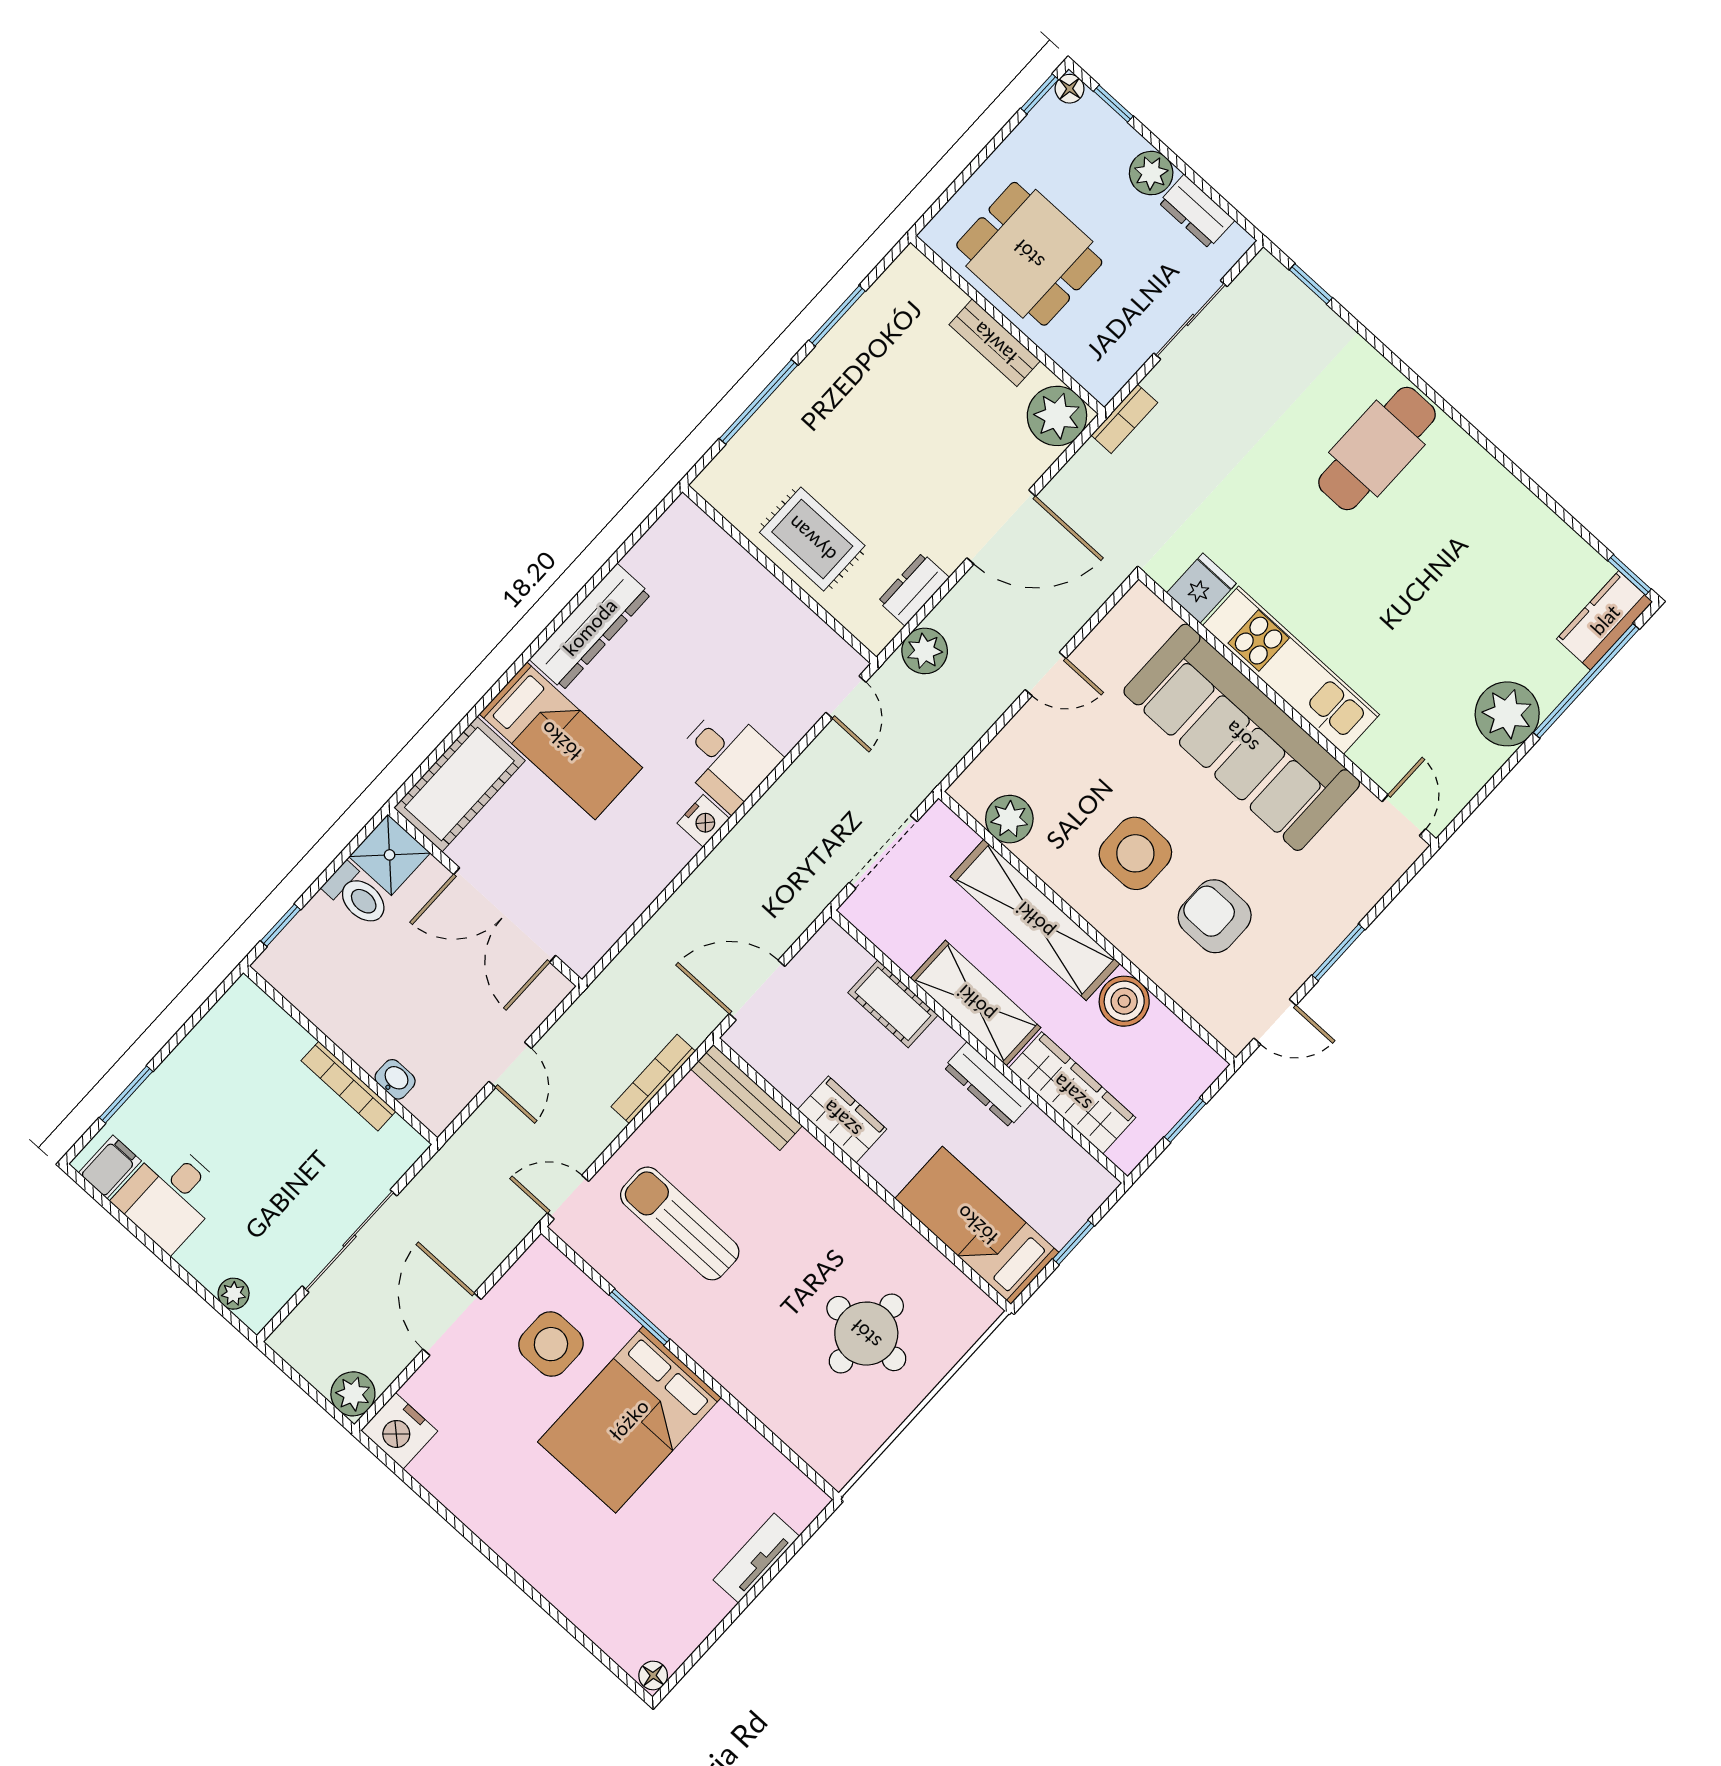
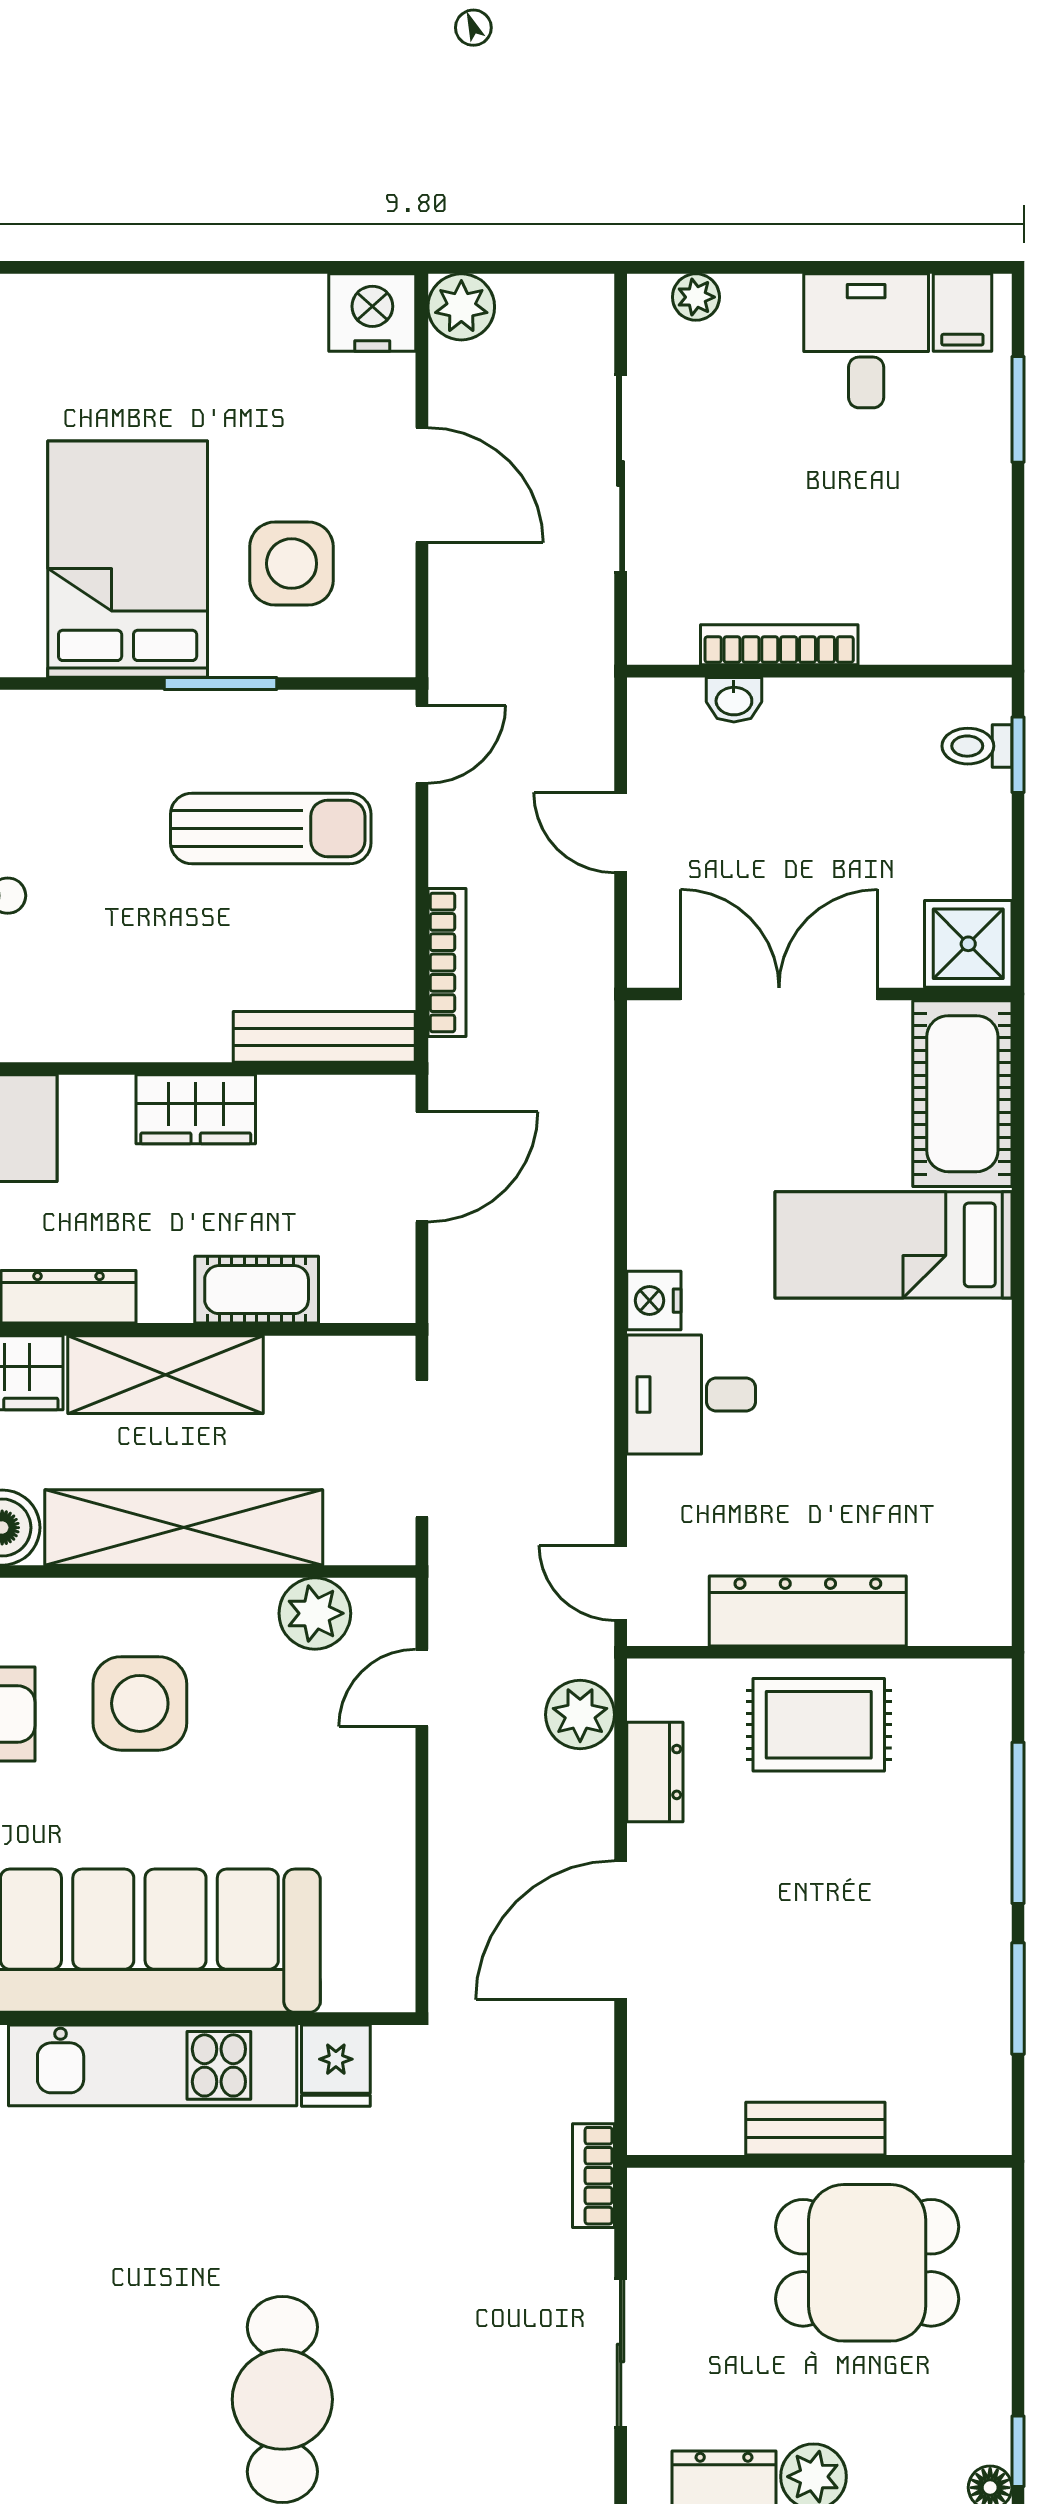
plant: (1057, 416) -> (672, 2111), removed
dresser: (590, 627) -> (808, 1611), moved, turned 90
door: (1046, 674) -> (422, 1688), moved
toilet: (357, 895) -> (977, 746), moved, width x0.73, depth x0.72

